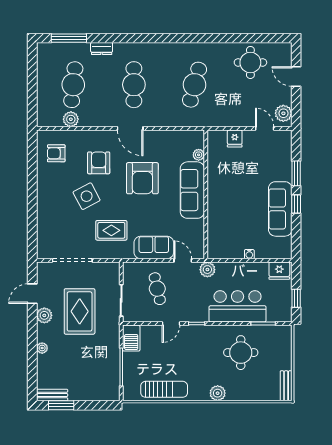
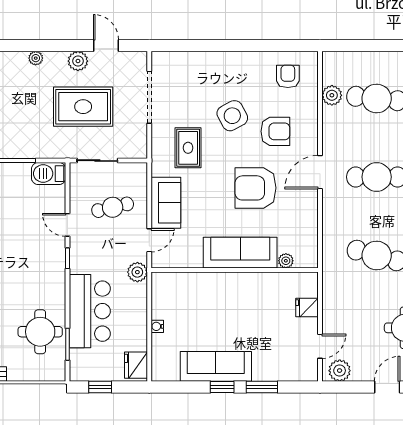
round table: (241, 353) -> (40, 332), moved

